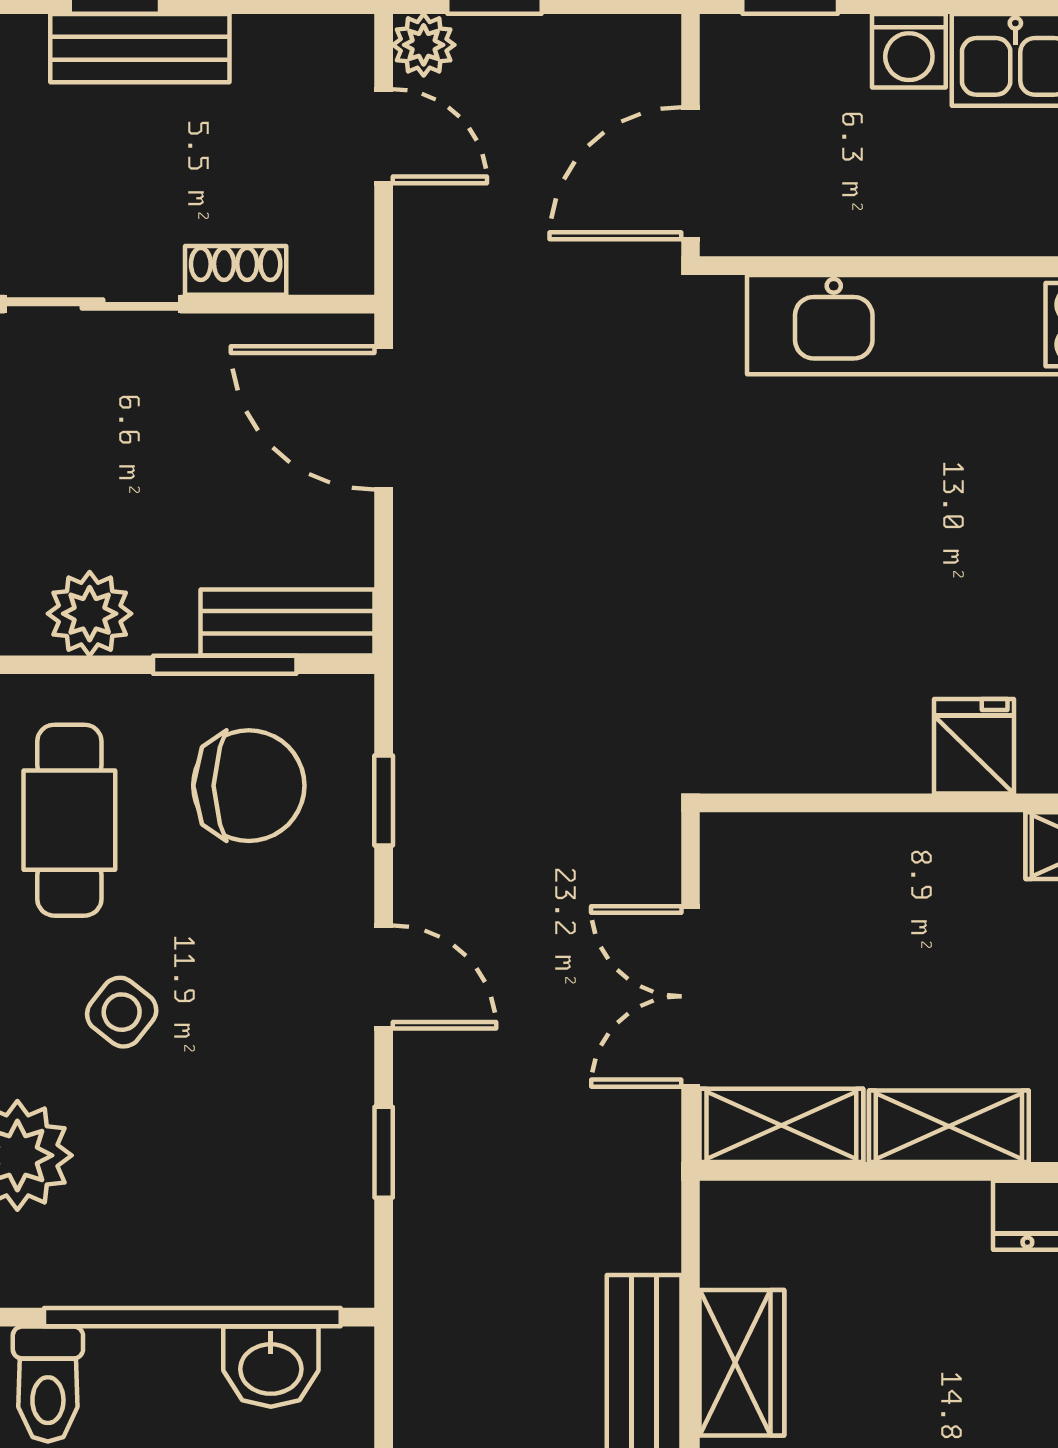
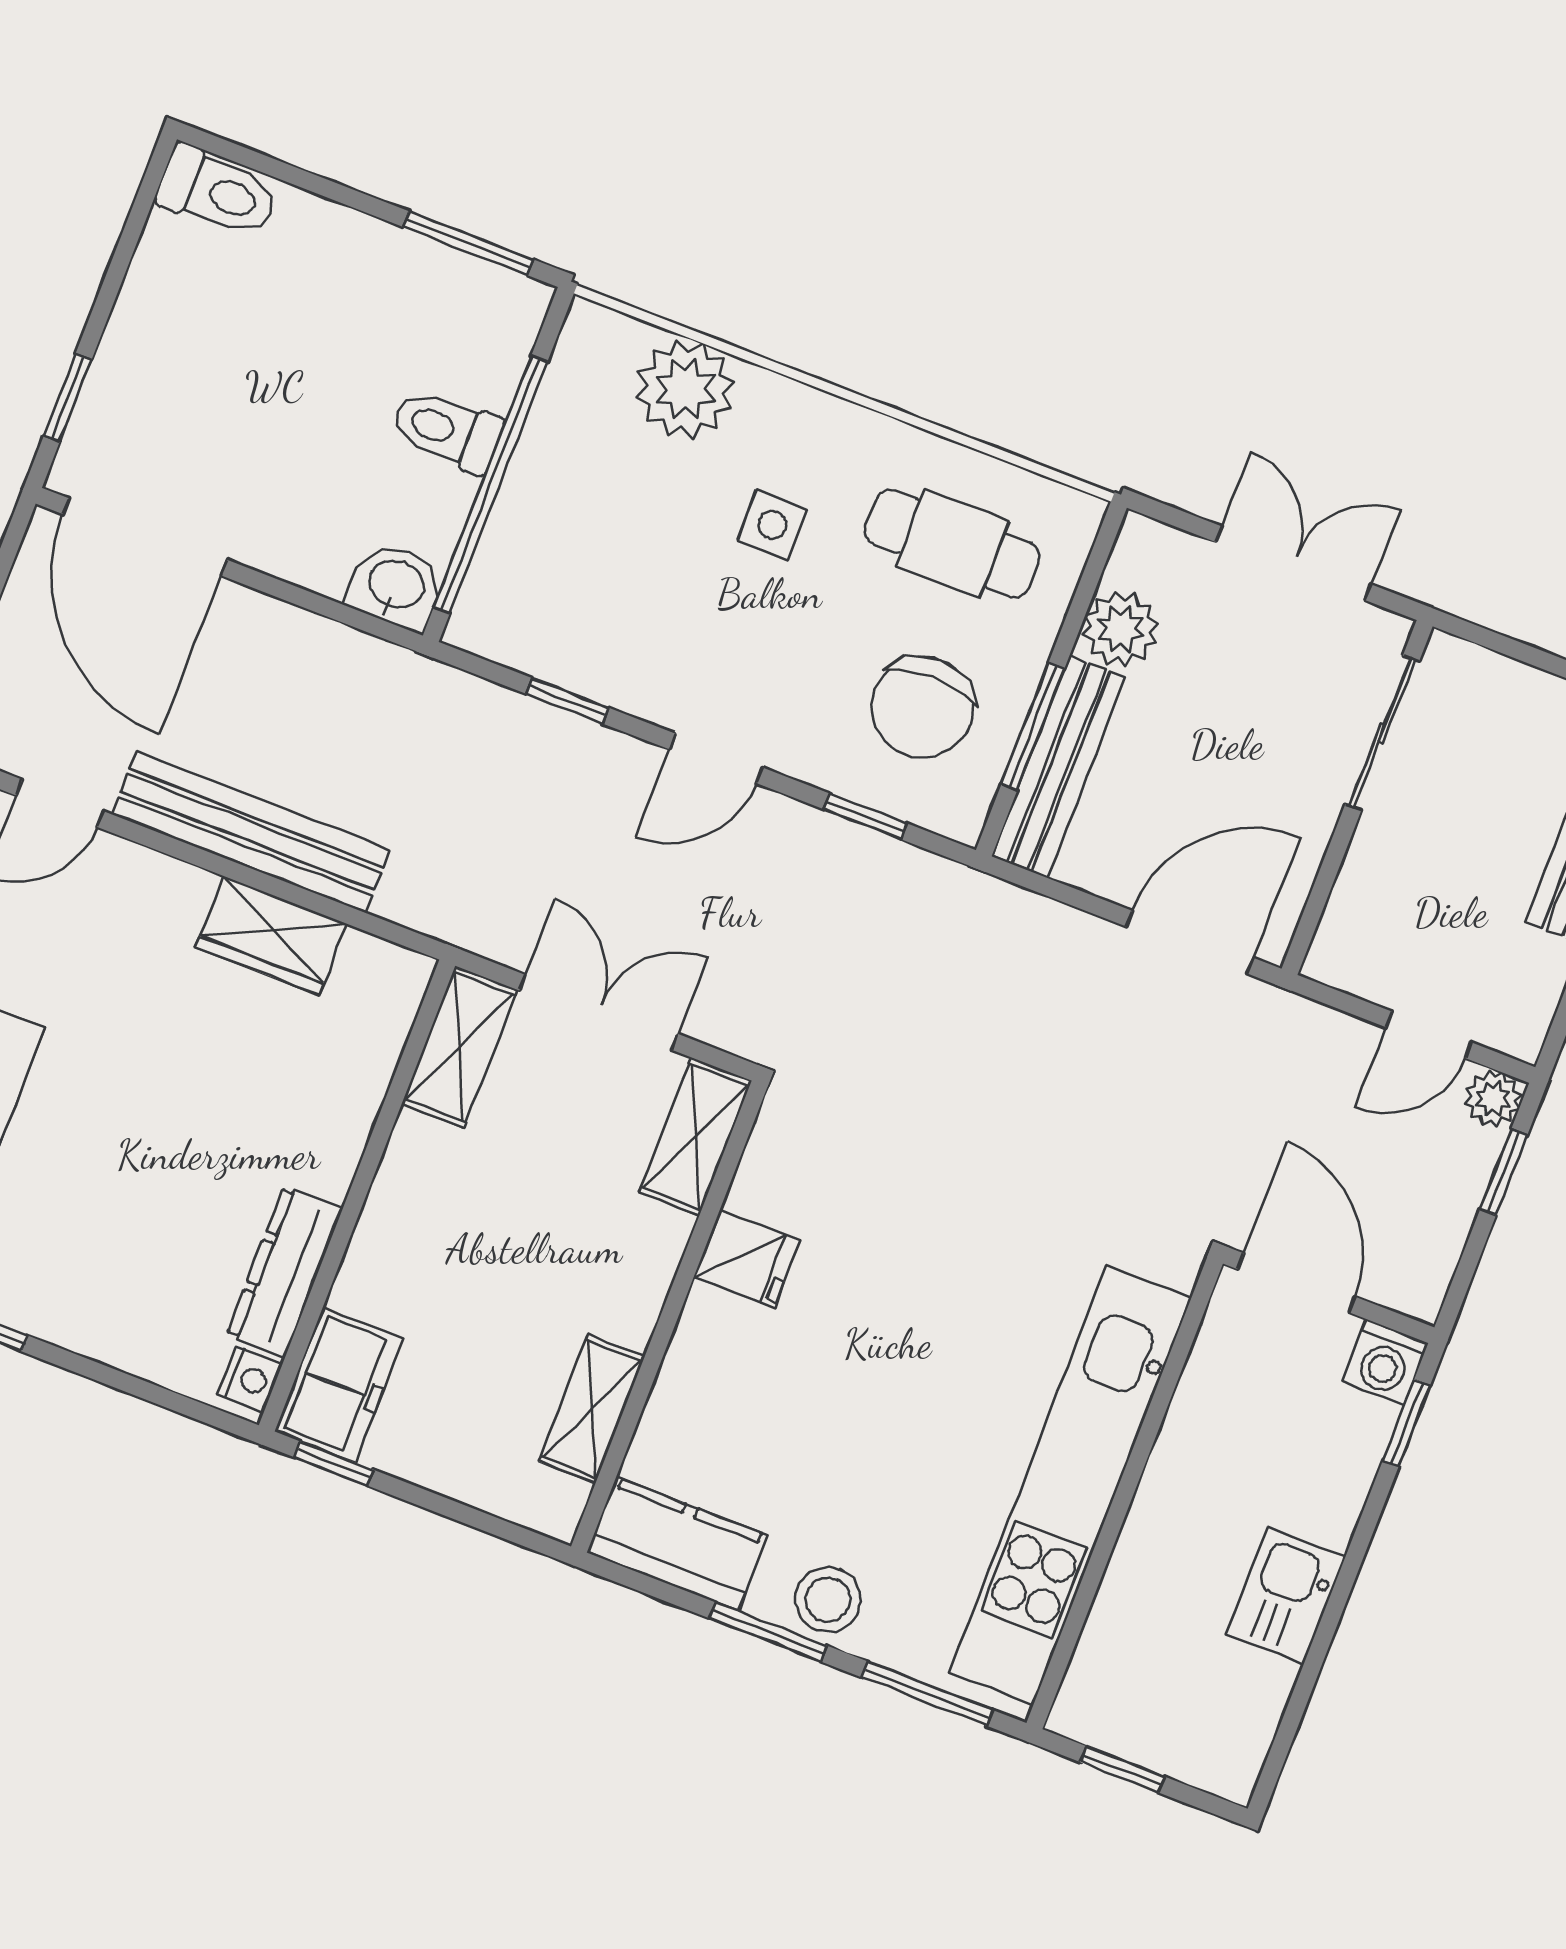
washing machine: (909, 51) -> (1385, 1362), moved, turned -90
shoe rack: (236, 270) -> (1364, 865), removed
bench: (288, 622) -> (1059, 767), width x1.36
fridge: (974, 746) -> (747, 1259), moved
side table: (122, 1012) -> (772, 525), turned -38
shelving: (949, 1126) -> (695, 1136), moved
washbasin: (271, 1367) -> (396, 586), moved, turned 90
toilet: (48, 1384) -> (446, 430), moved

